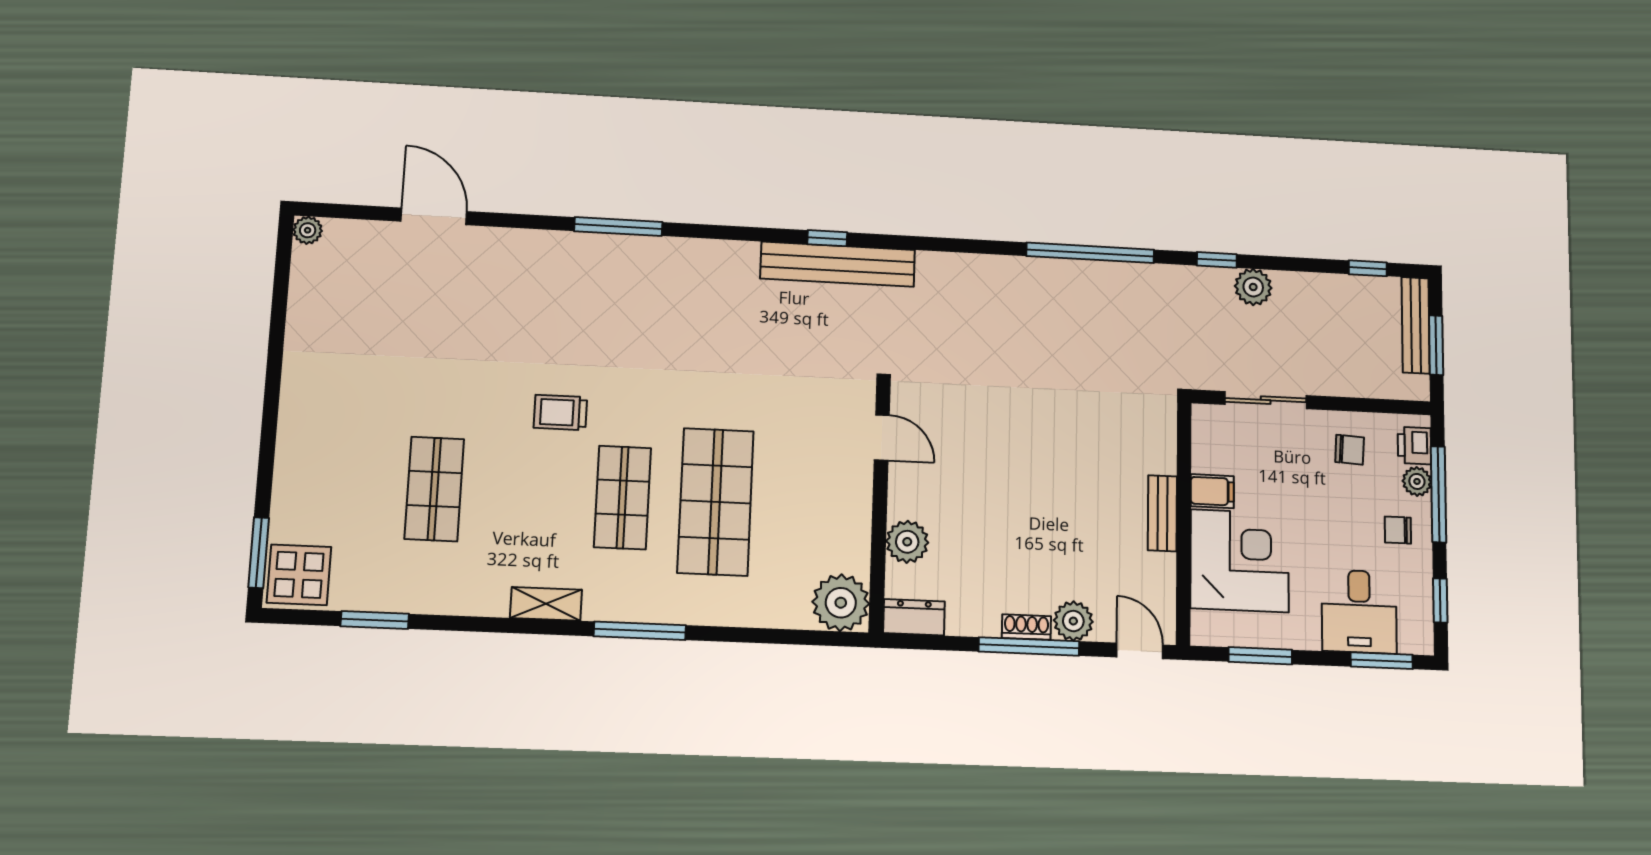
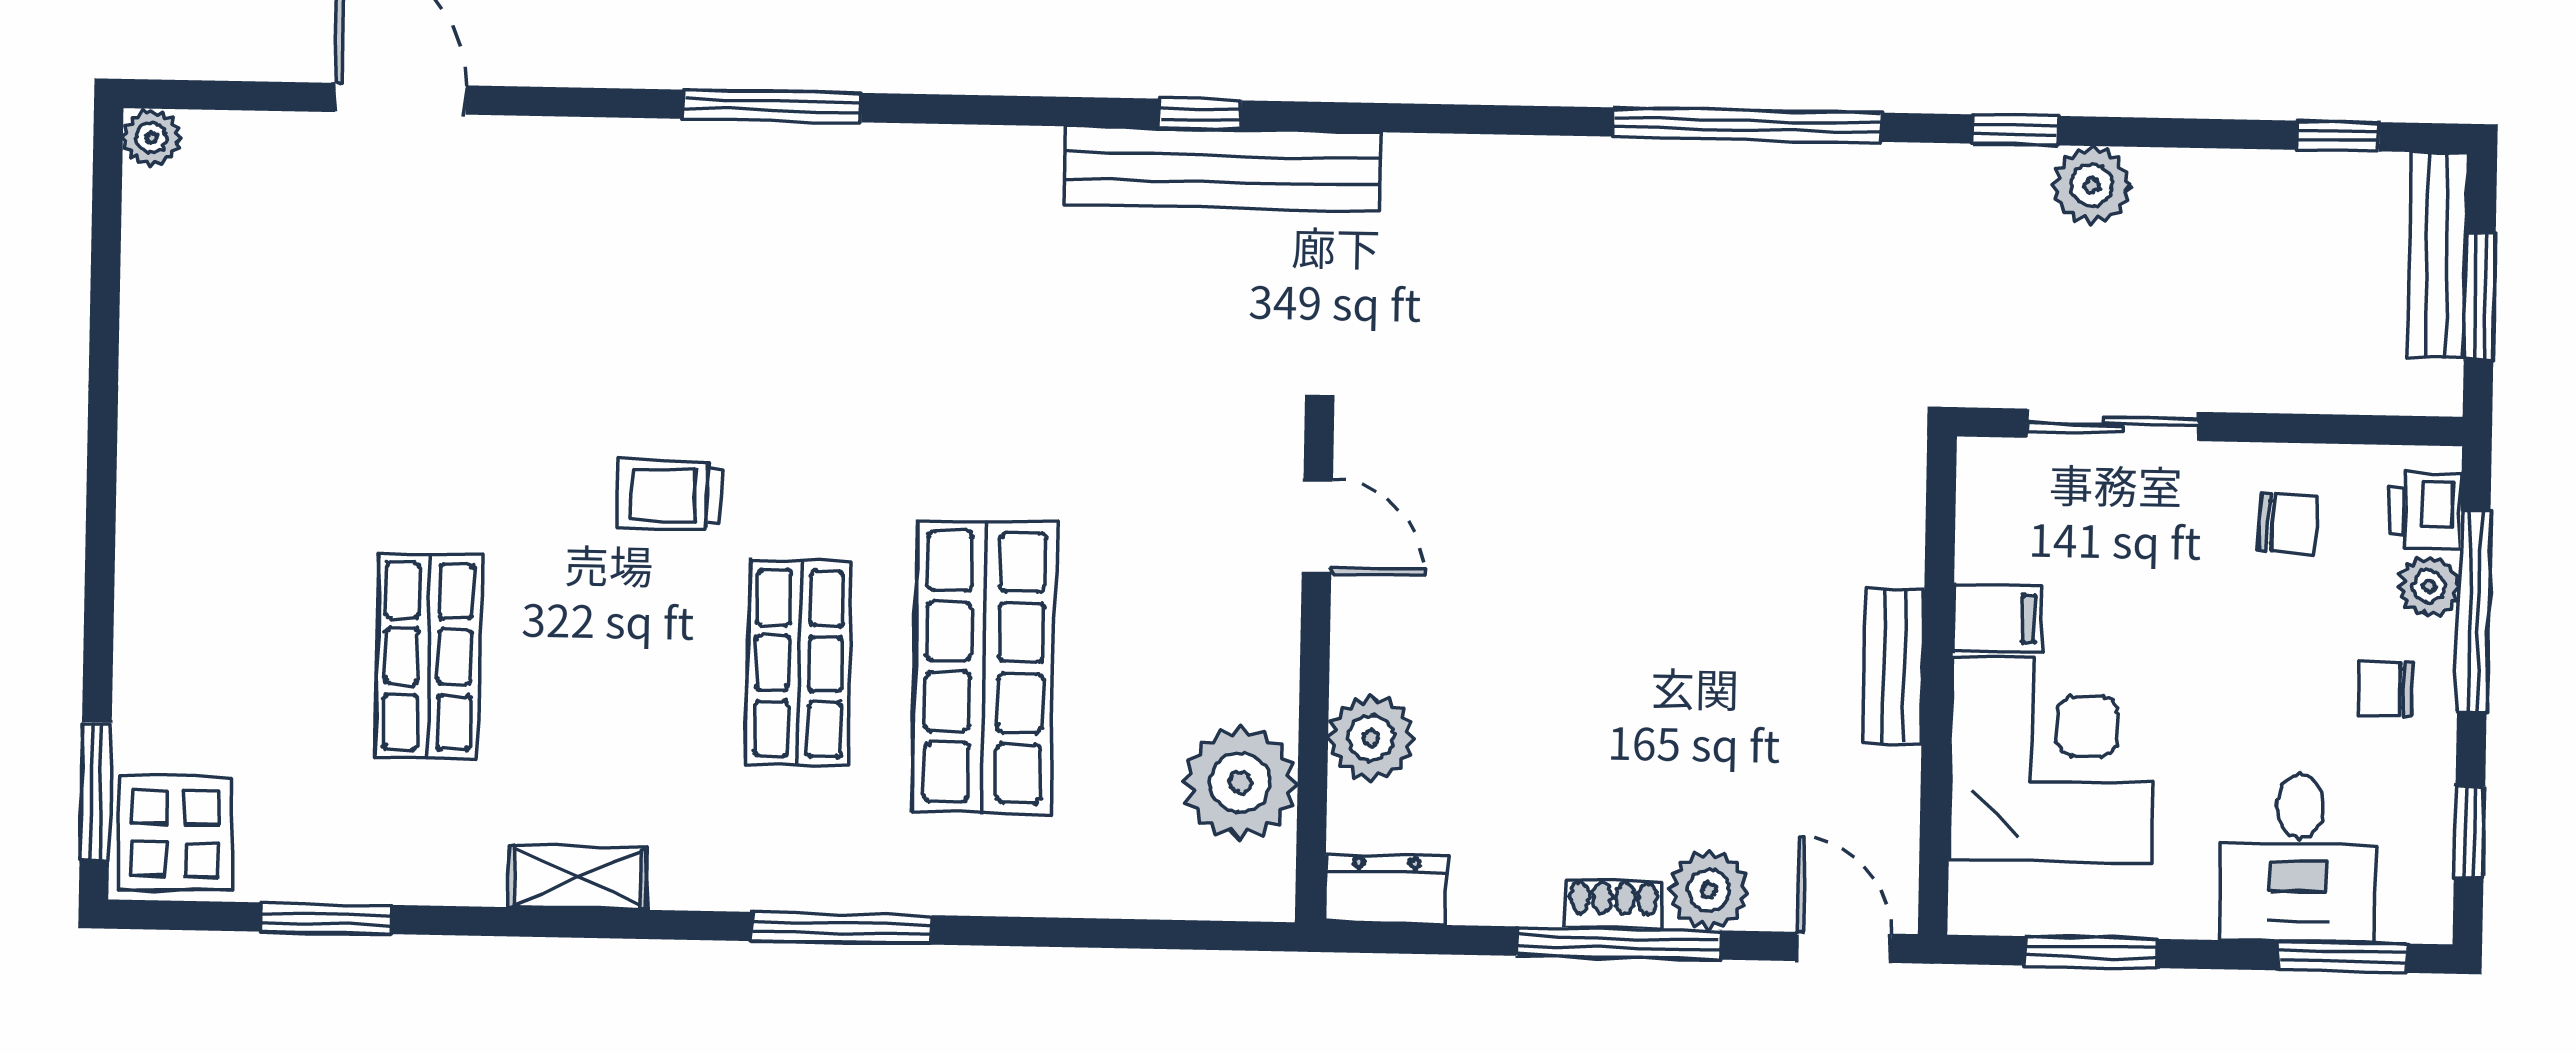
plant: (841, 603) -> (1240, 783), moved
shelving: (546, 604) -> (578, 878), moved

